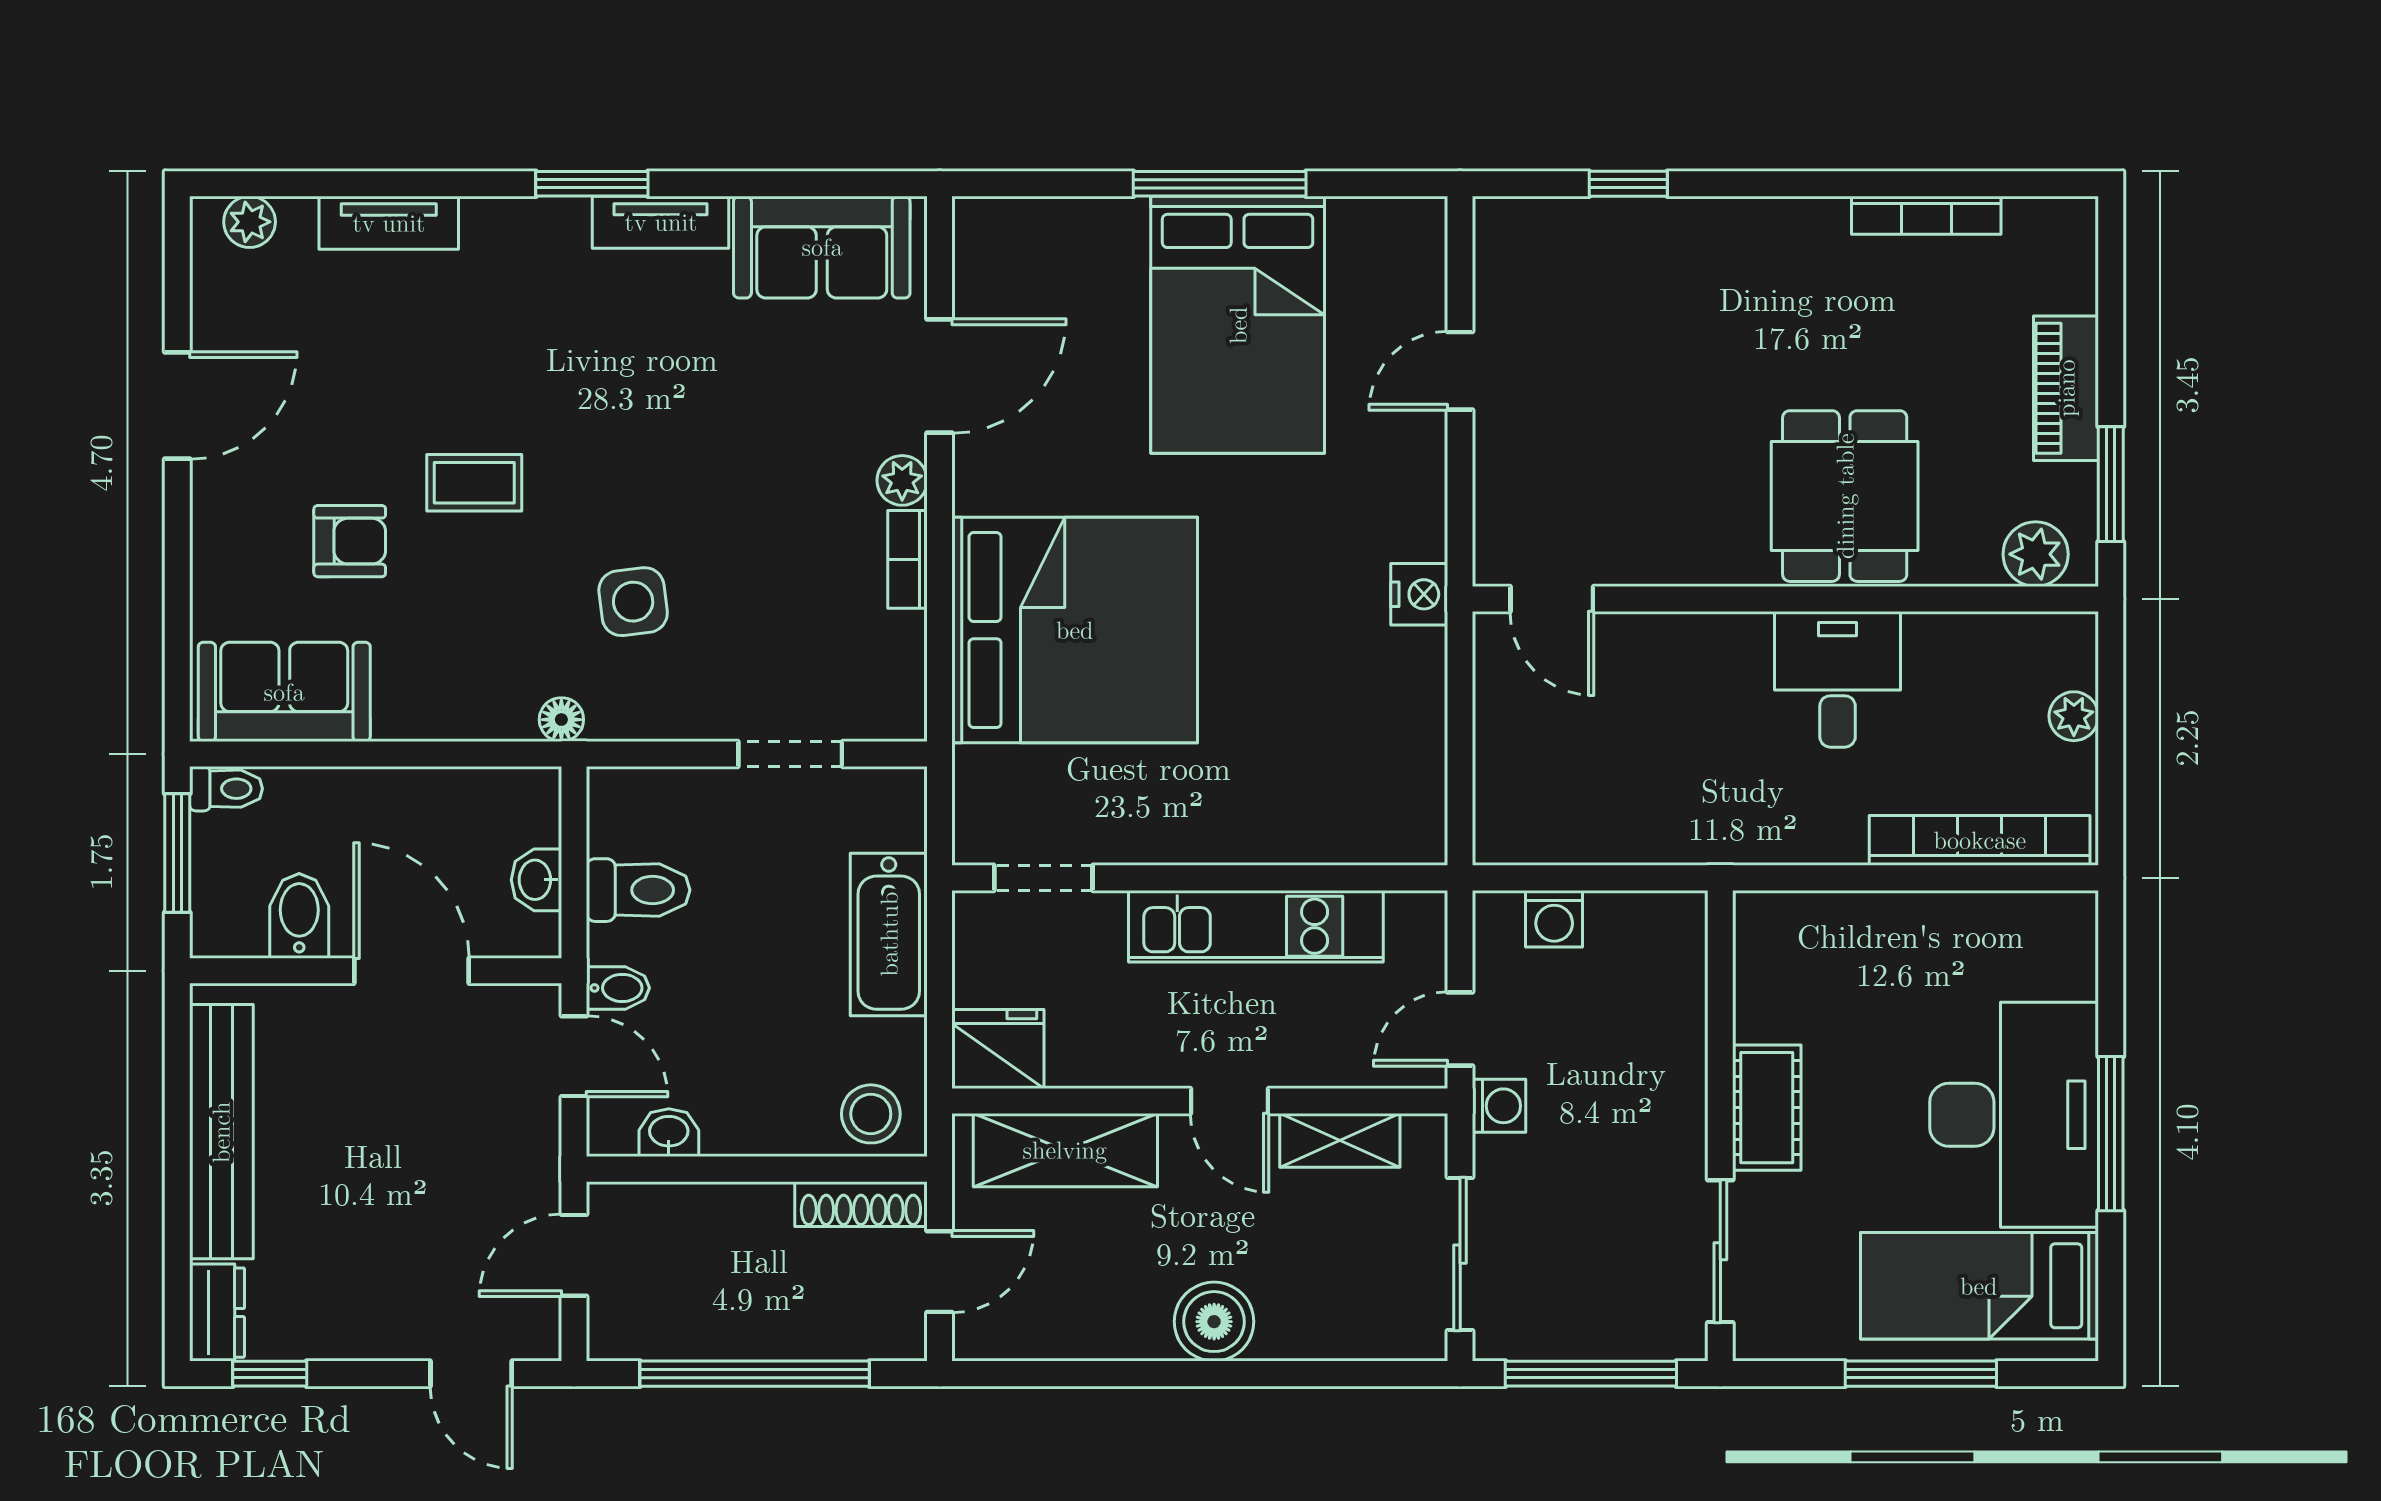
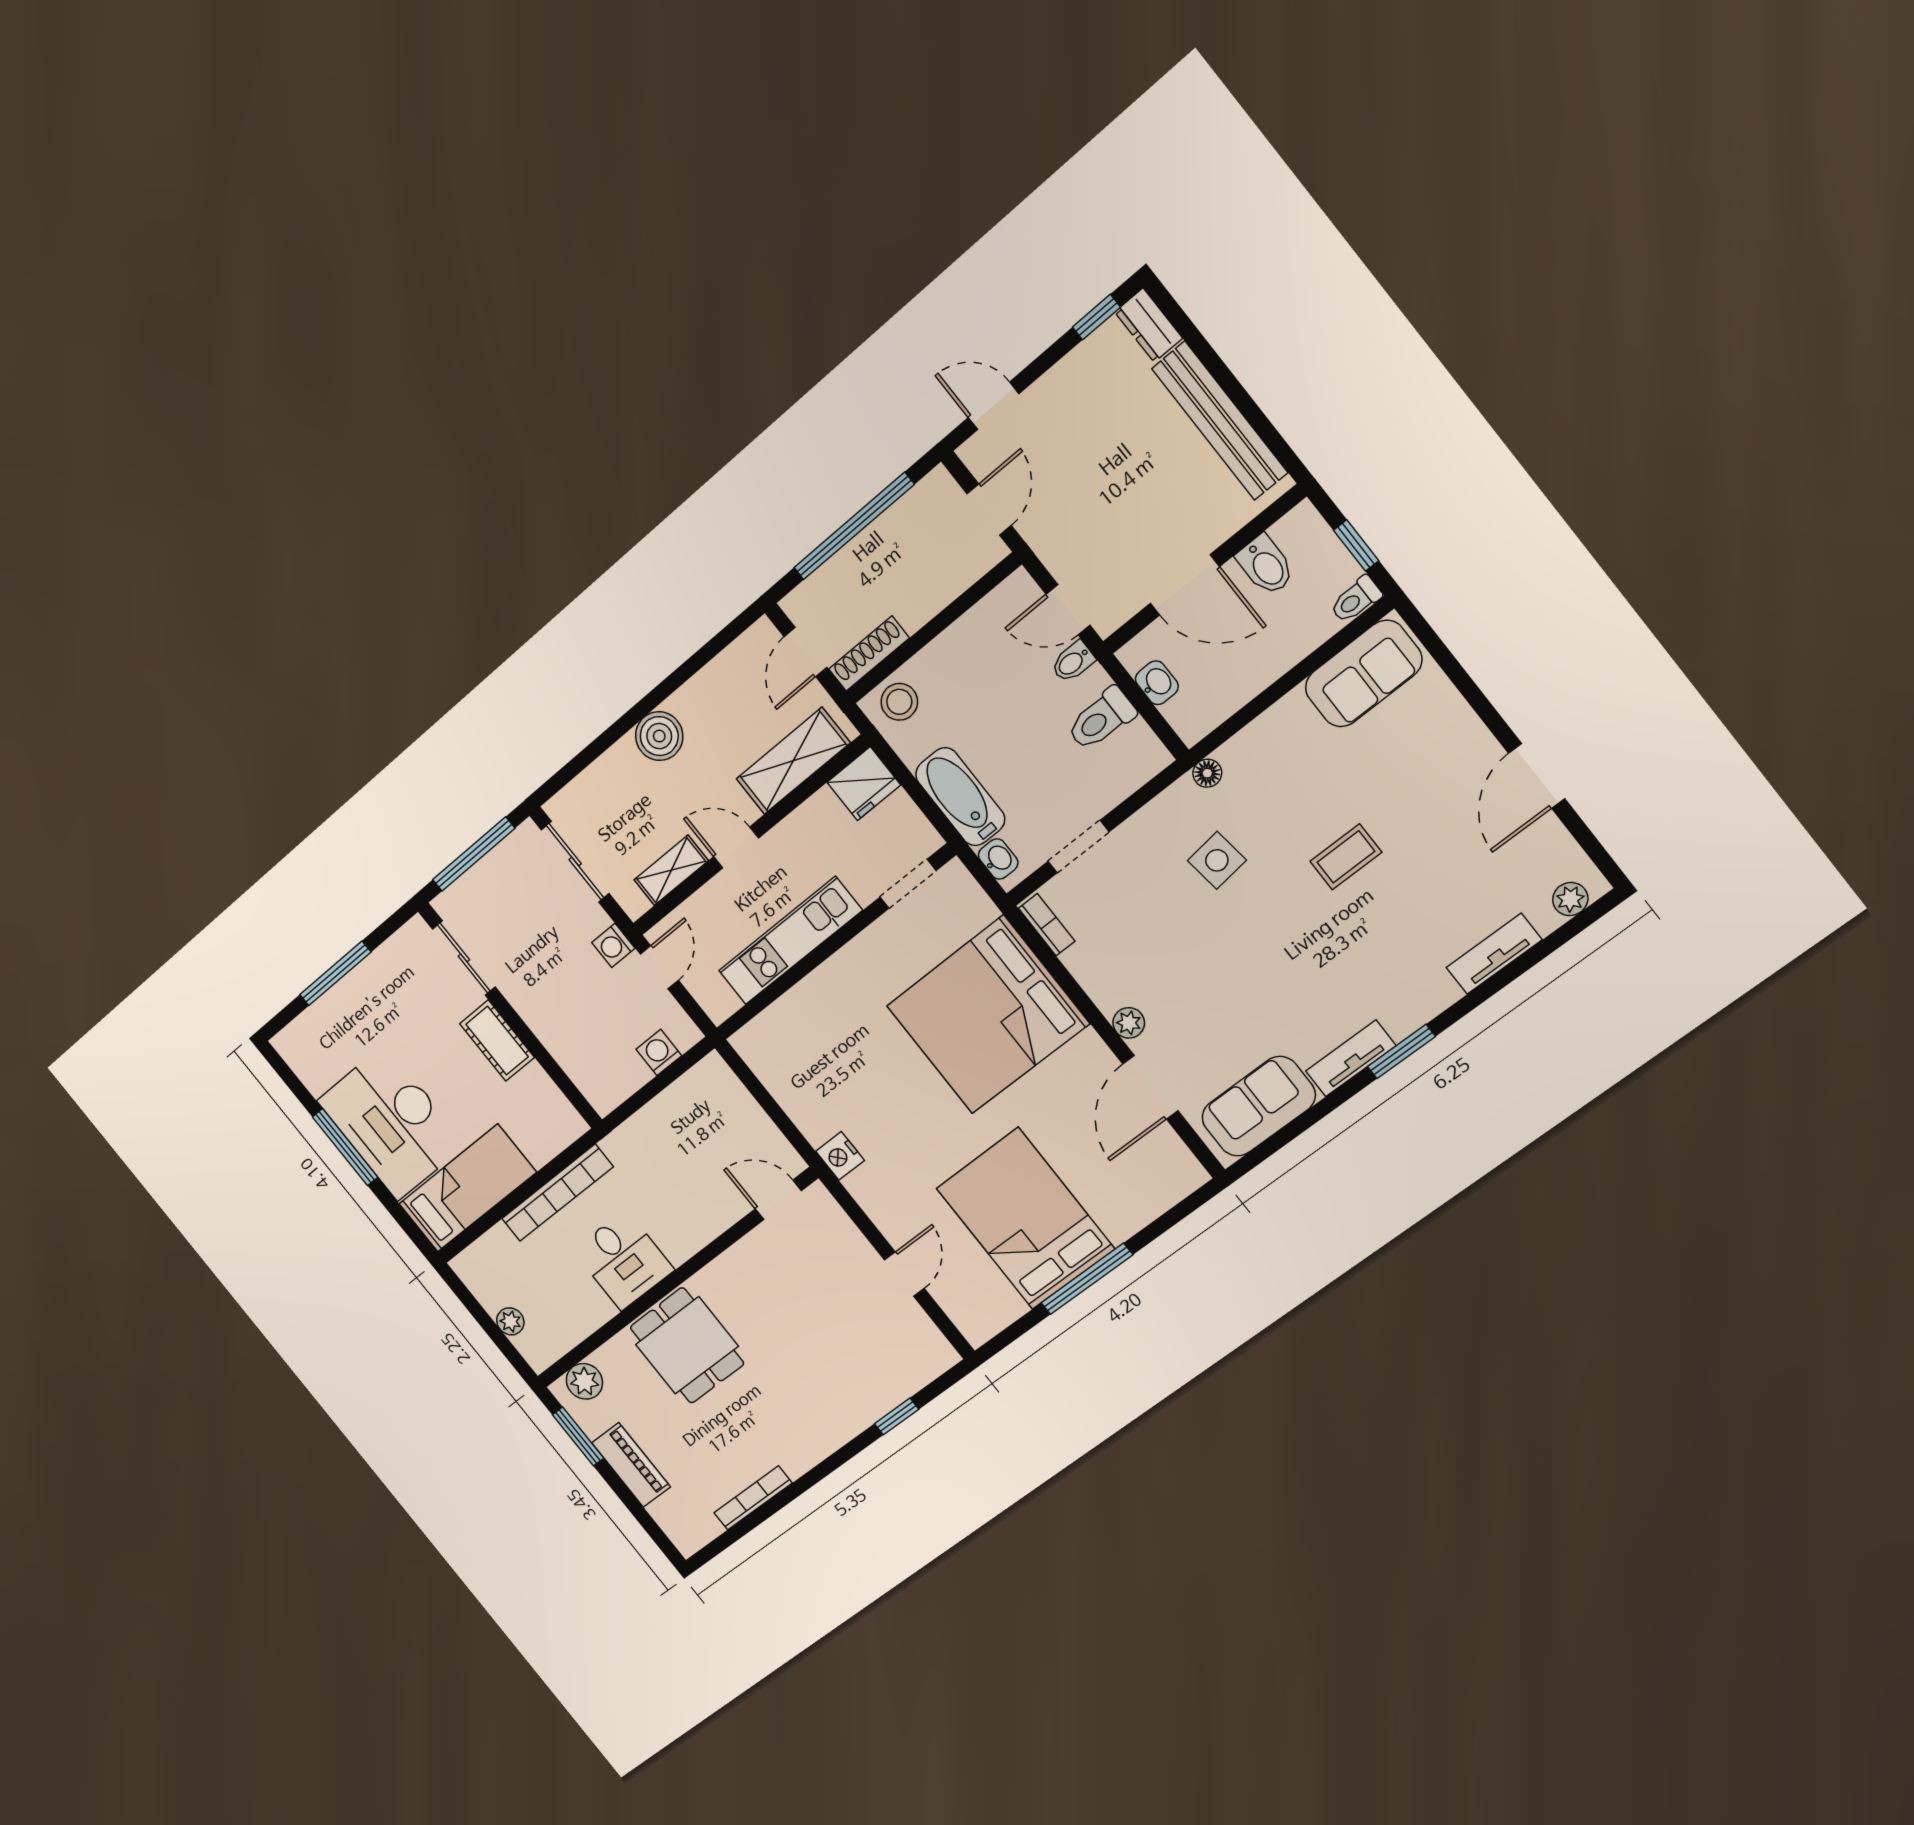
armchair: (350, 541) -> (1389, 777), removed
bookcase: (908, 559) -> (1047, 925), moved
bookcase: (1980, 840) -> (557, 1193), moved
window: (177, 853) -> (1356, 545), width x0.67
washbasin: (669, 1133) -> (998, 859), moved, turned -90
bed: (1979, 1286) -> (467, 1188), moved

